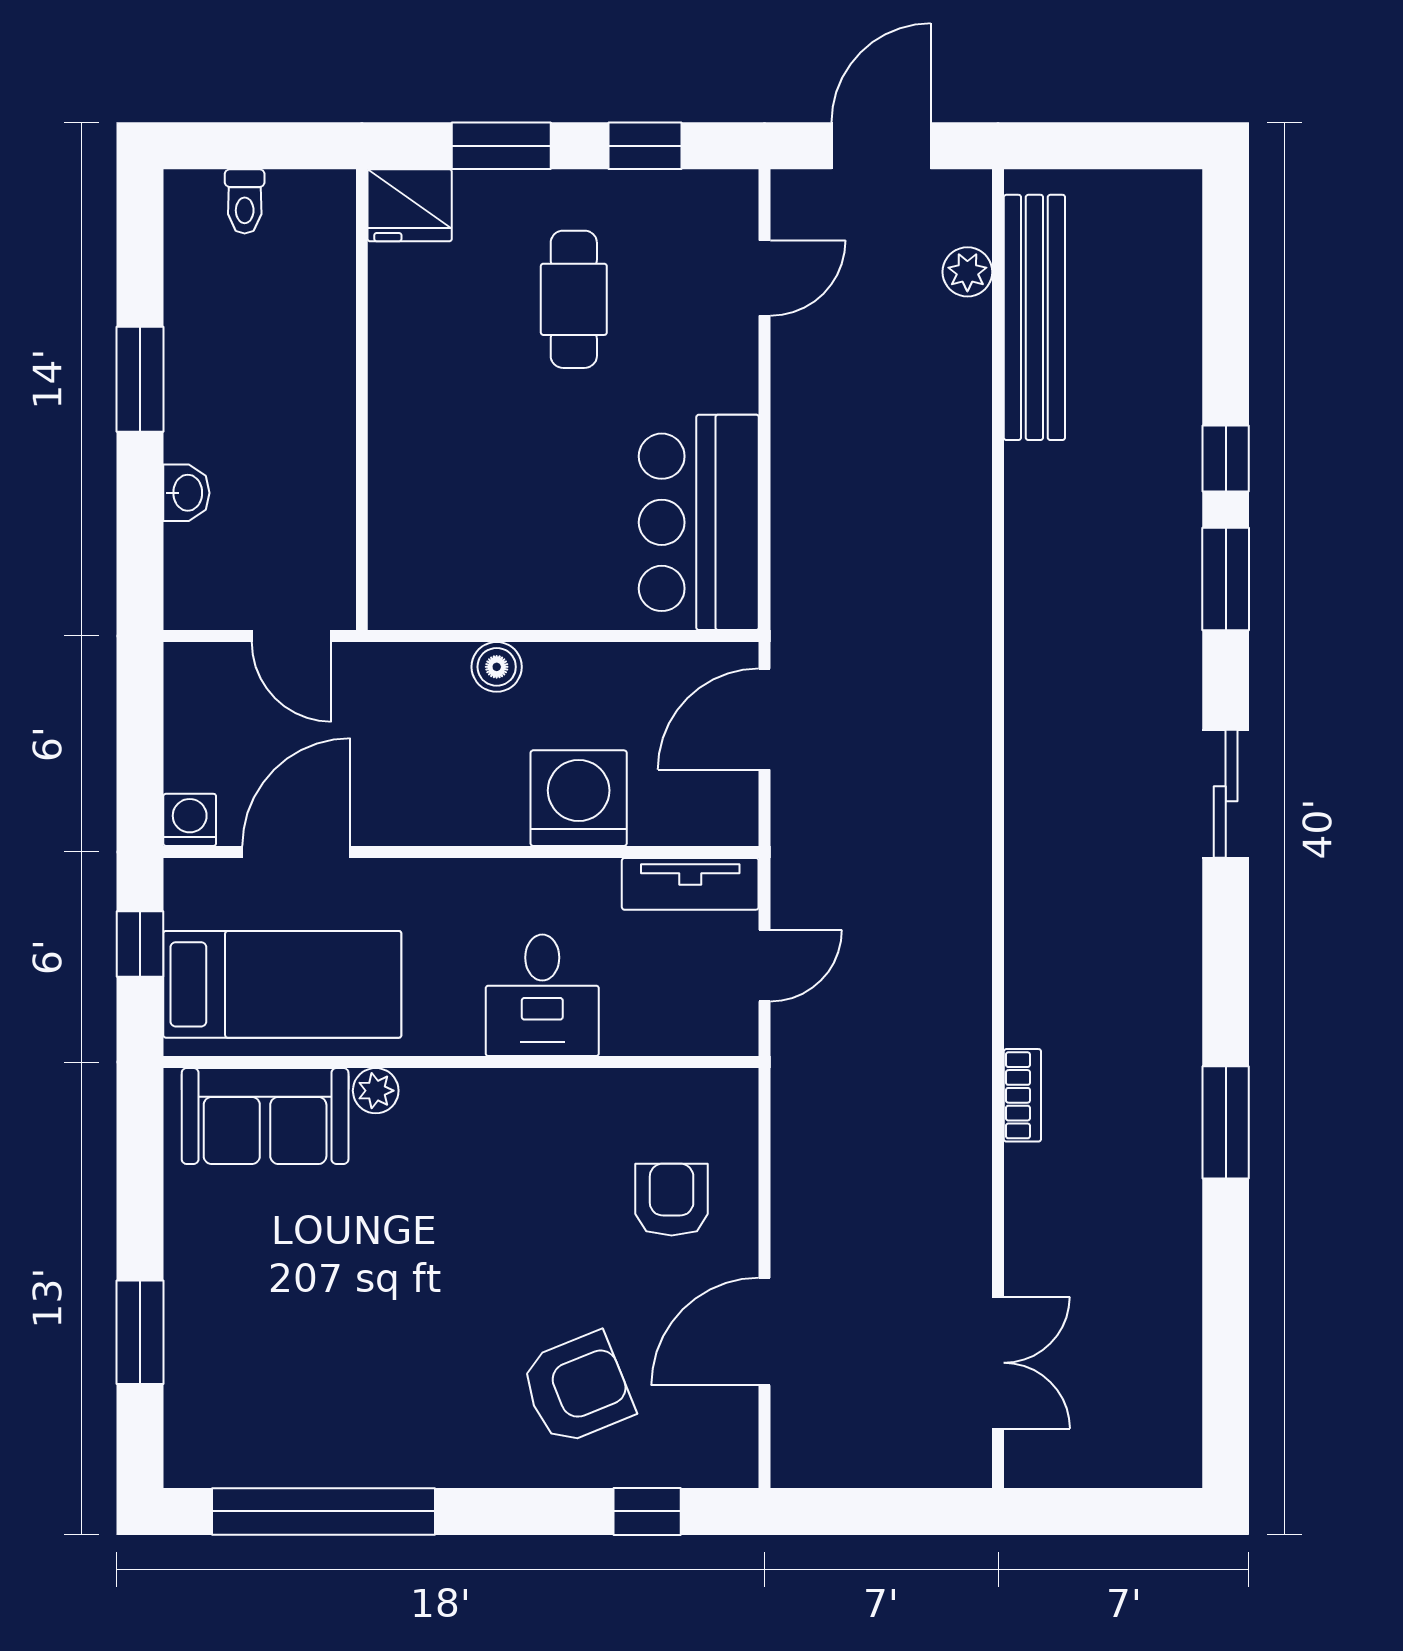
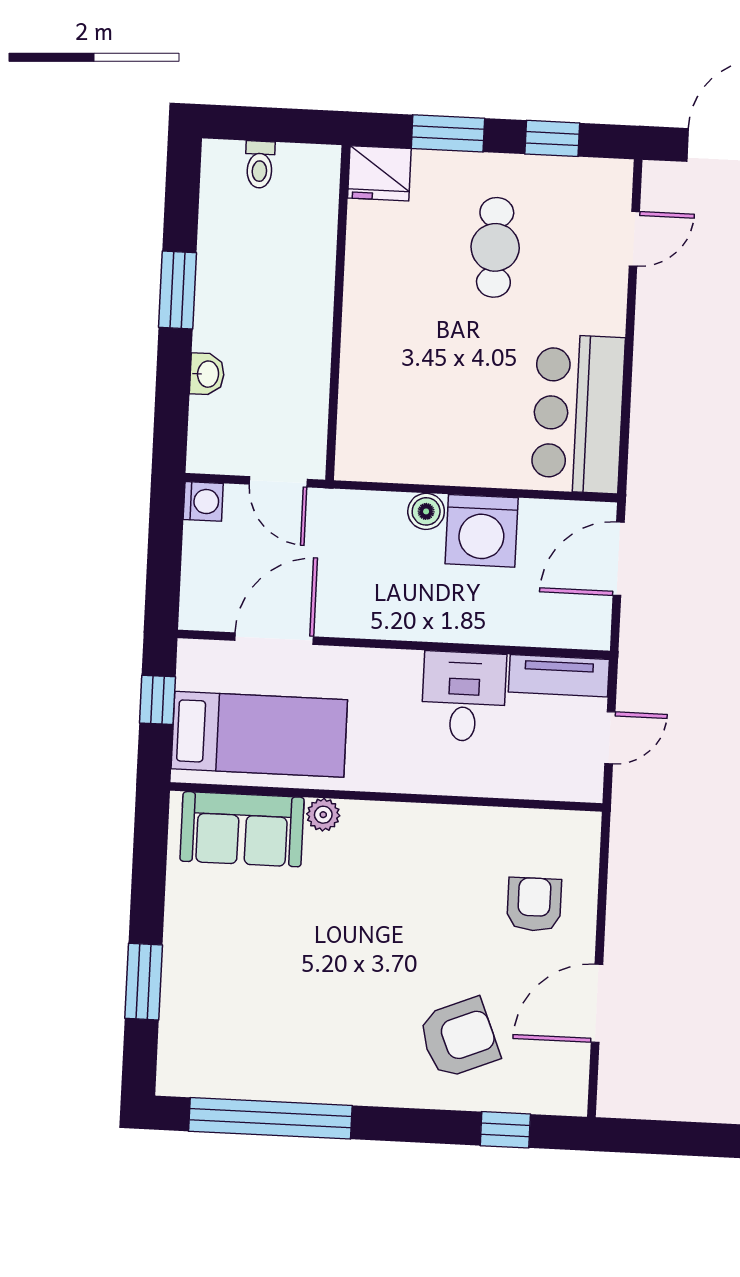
washing machine: (579, 798) -> (482, 531), moved, turned 180
washing machine: (190, 820) -> (203, 501), moved, turned 90
desk: (542, 995) -> (464, 696), moved, turned 180

